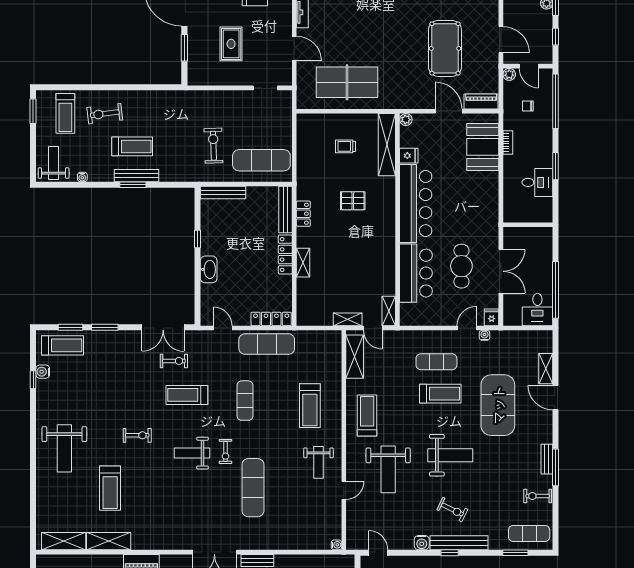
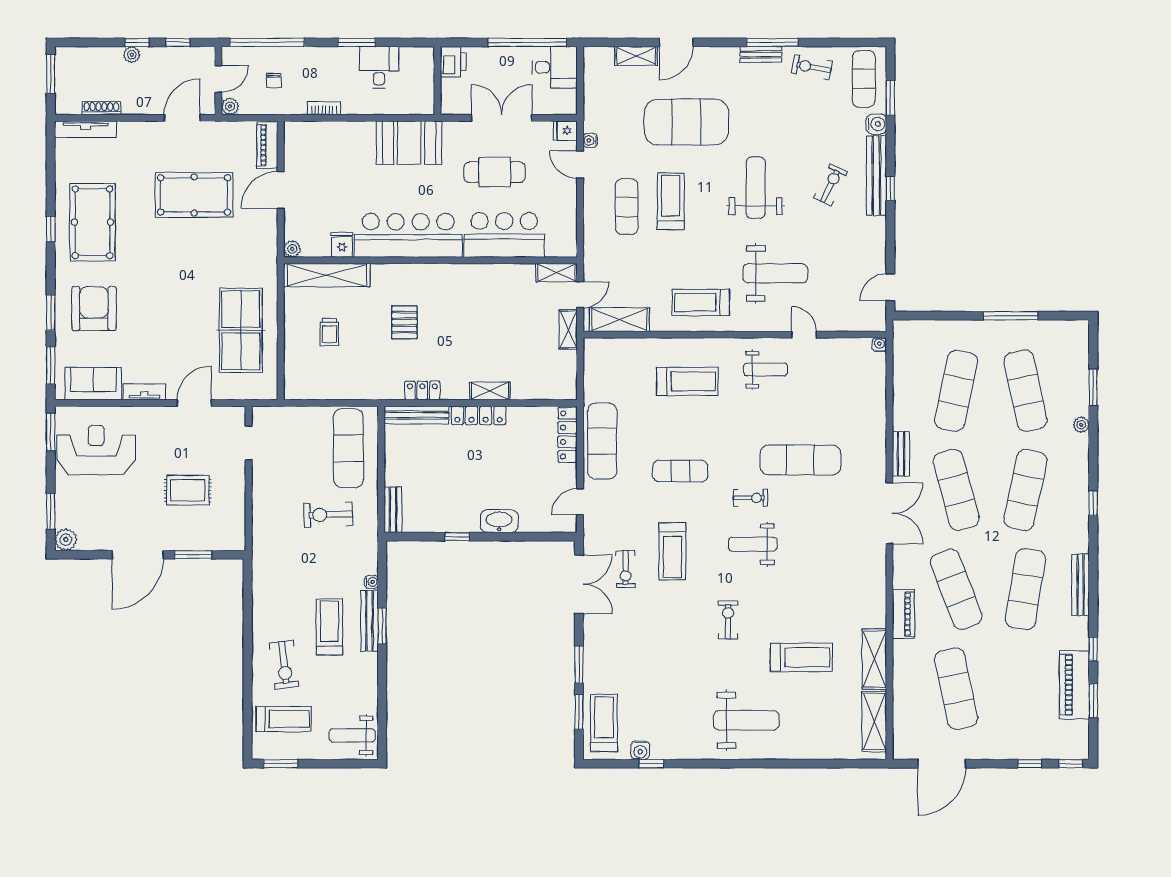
booth: (483, 147) -> (409, 143), moved
water cooler: (82, 177) -> (372, 582), moved
bench: (223, 192) -> (393, 510), width x0.73
printer: (541, 236) -> (453, 62), added
exercise bike: (174, 361) -> (626, 569), turned 180
weight bench: (192, 453) -> (753, 544), turned 90
exercise bike: (538, 496) -> (812, 67), turned 100
water cooler: (422, 543) -> (876, 124), moved

